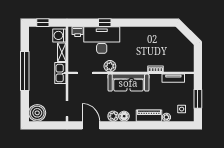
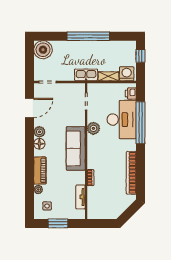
window: (105, 23) -> (140, 123), width x3.17
bookcase: (151, 31) -> (131, 173), added

